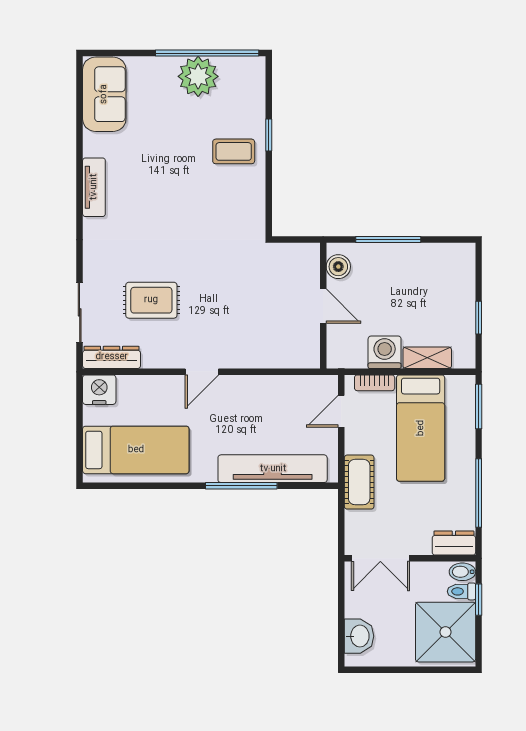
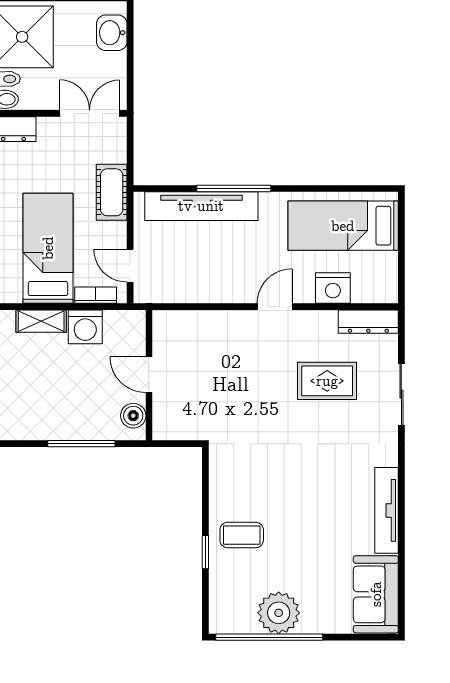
tv unit: (94, 187) -> (387, 510), width x1.41
sliding door: (80, 312) -> (401, 394), moved
nightstand: (99, 390) -> (333, 288), moved
door: (341, 411) -> (130, 266), swing flipped

